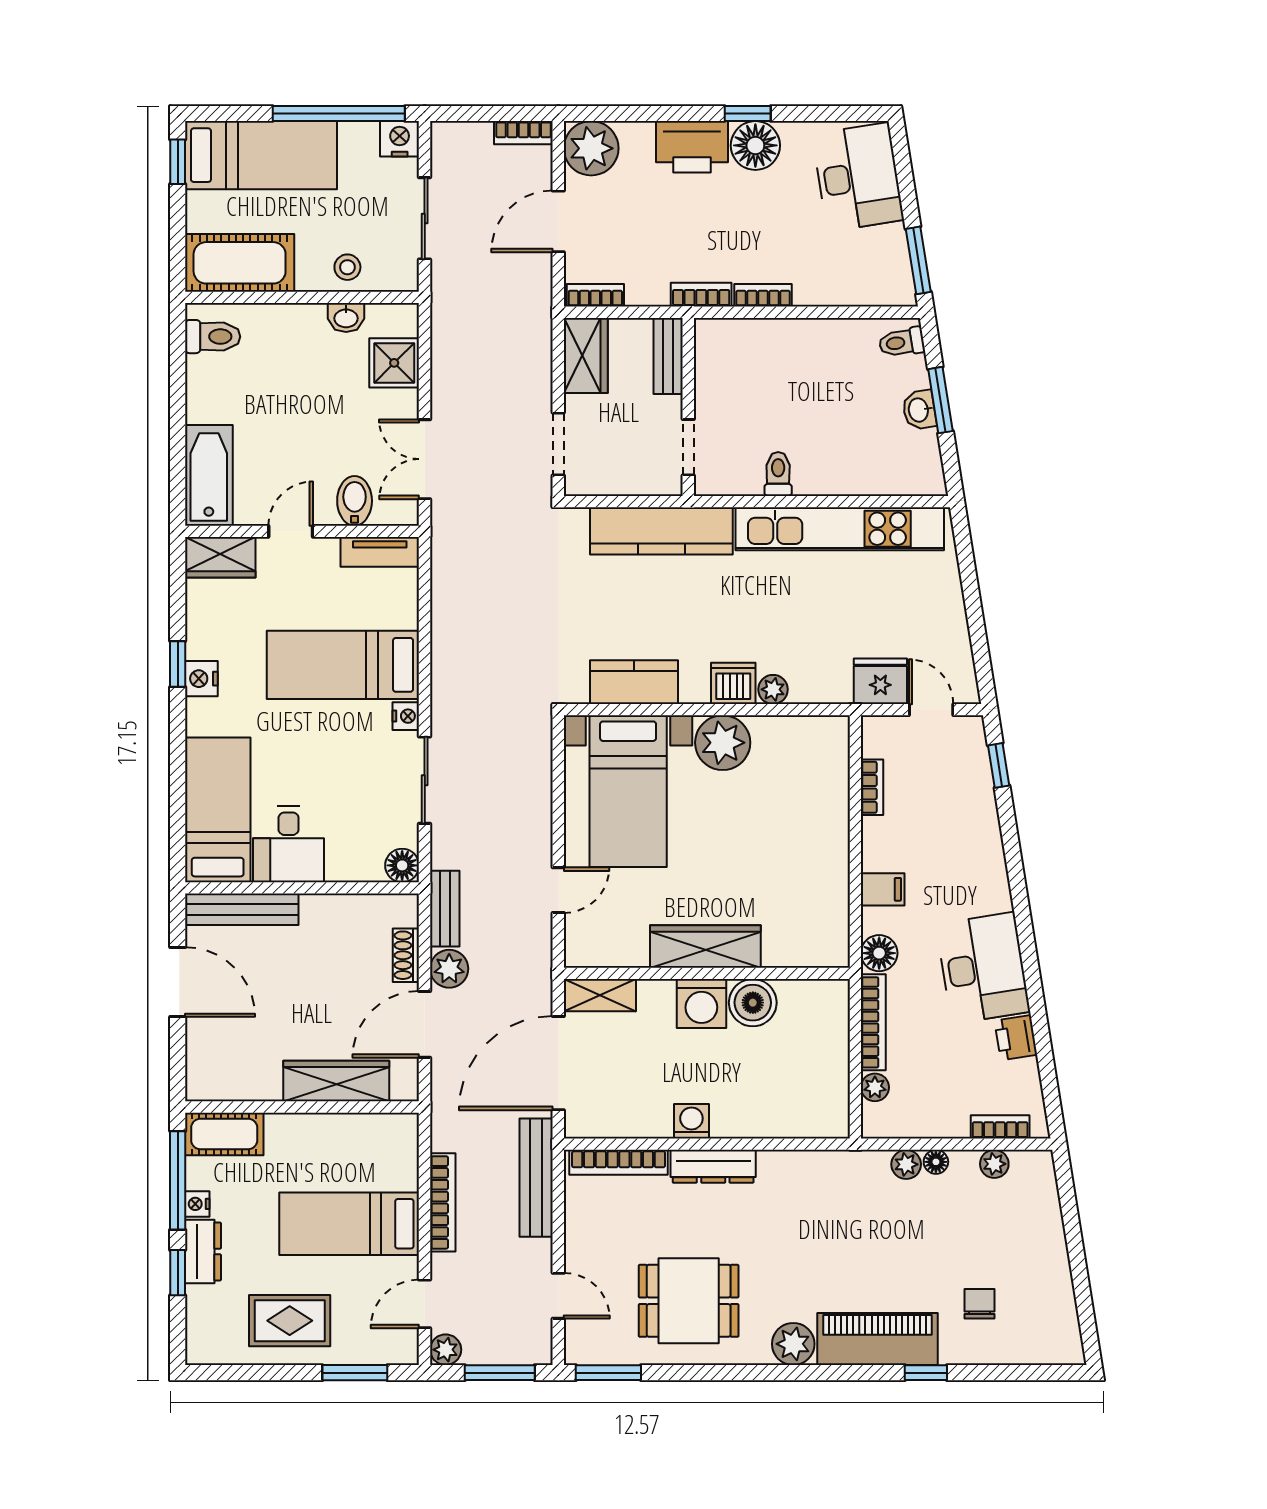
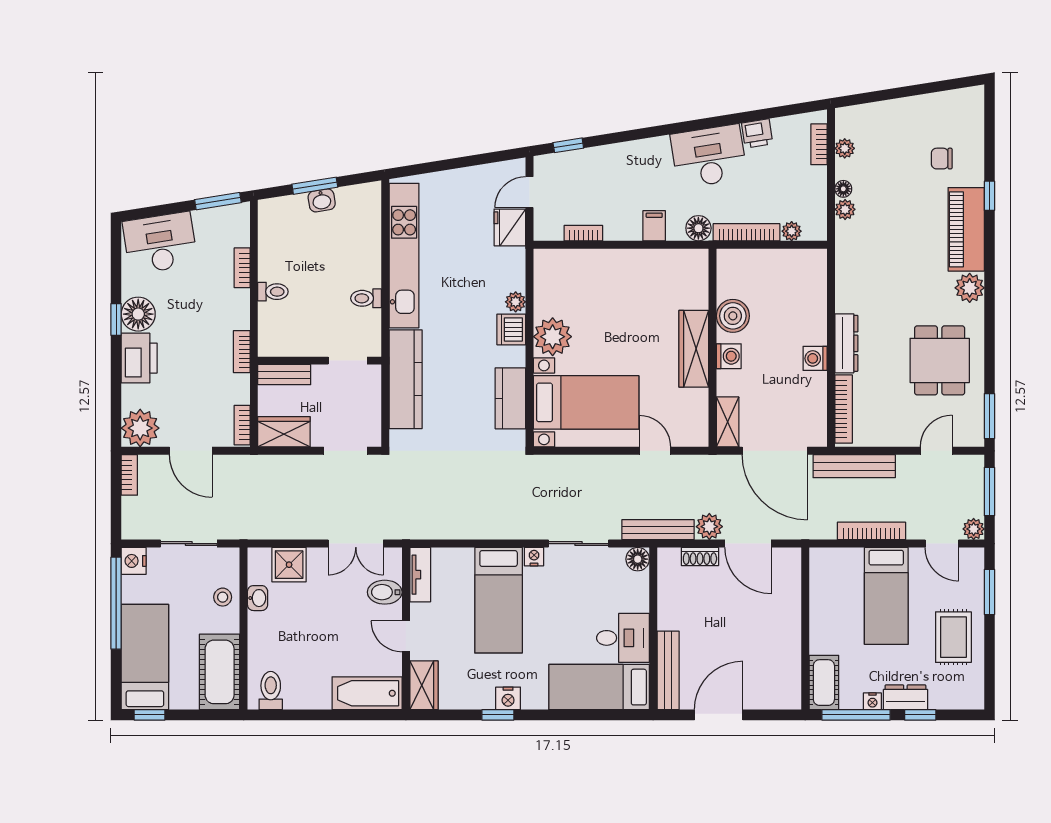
bookcase: (763, 295) -> (242, 268), moved
toilet: (902, 342) -> (273, 292), moved, turned -81
bench: (445, 909) -> (658, 530), width x1.36
washing machine: (701, 1003) -> (729, 356), width x0.73, depth x0.73
wardrobe: (336, 1081) -> (787, 605), removed

